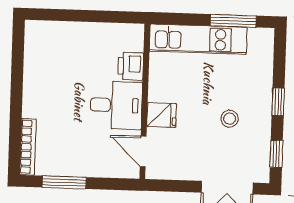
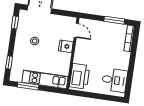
printer: (131, 66) -> (80, 76), width x1.87, depth x1.48
window: (278, 102) -> (9, 62), moved
desk: (116, 105) -> (114, 80), moved, turned 180

